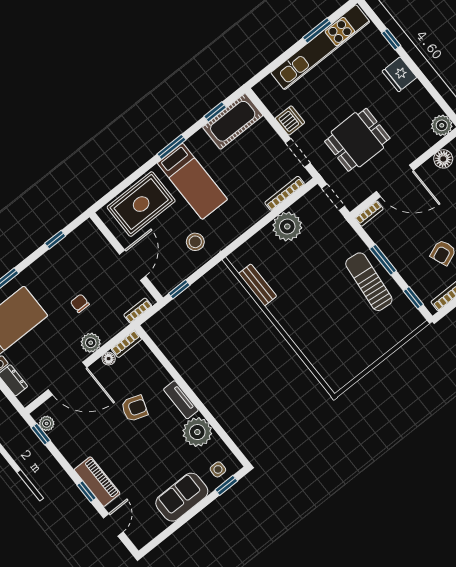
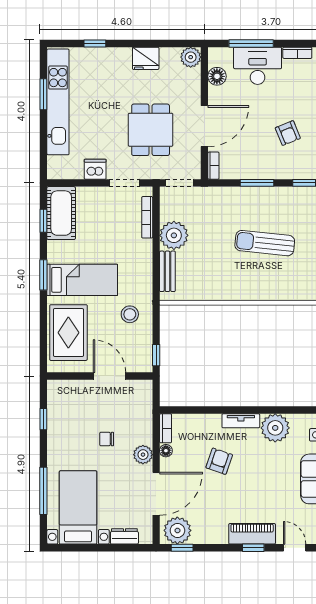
fridge: (399, 74) -> (146, 58), moved
sun lounger: (369, 282) -> (265, 243), moved
bench: (258, 285) -> (167, 271), moved, turned 90
bookcase: (138, 310) -> (147, 399), removed
plant: (47, 423) -> (177, 530), width x1.87, depth x1.87

